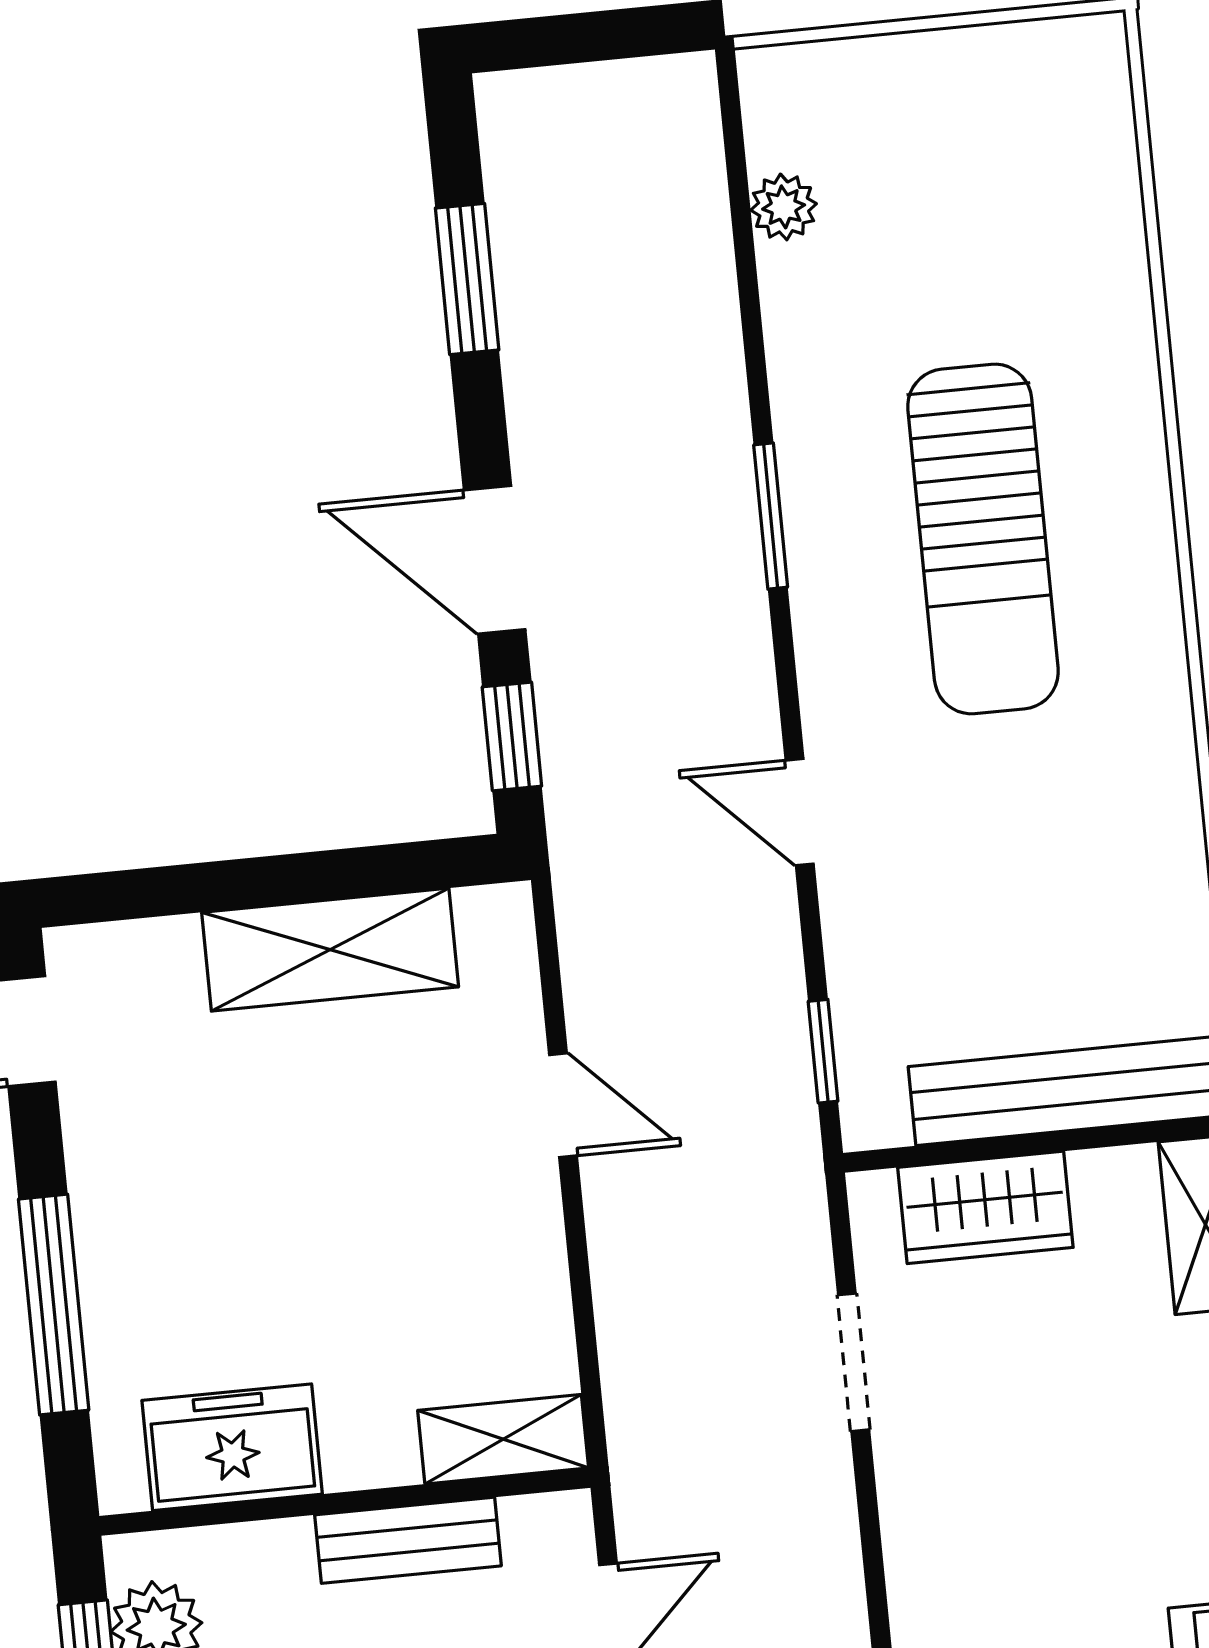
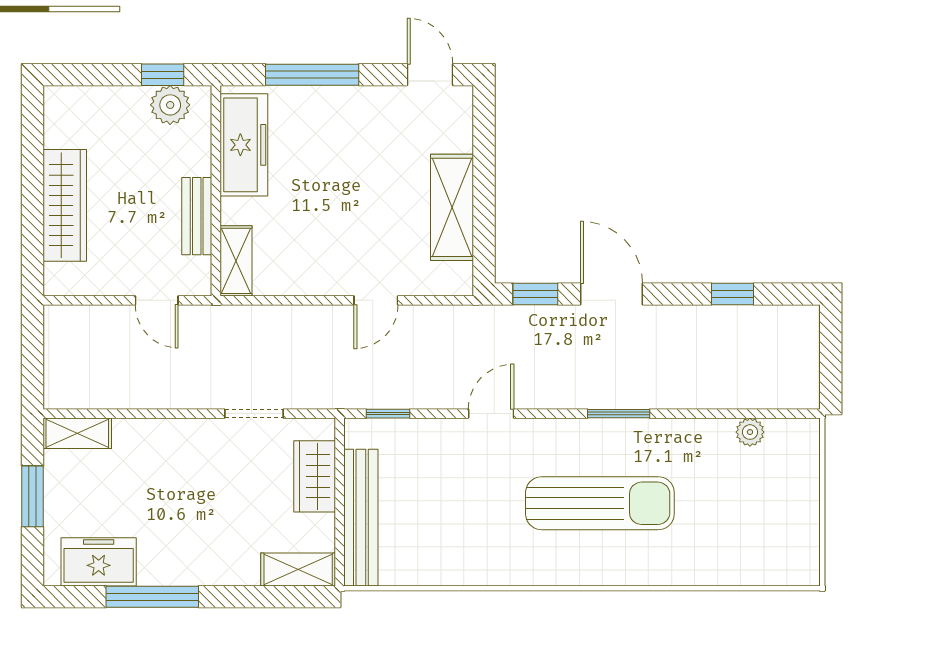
window: (467, 279) -> (732, 294), width x0.67
sun lounger: (983, 539) -> (600, 503), turned 180
door: (495, 560) -> (612, 294), hinge flipped
freezer: (232, 1447) -> (244, 145), width x1.40

